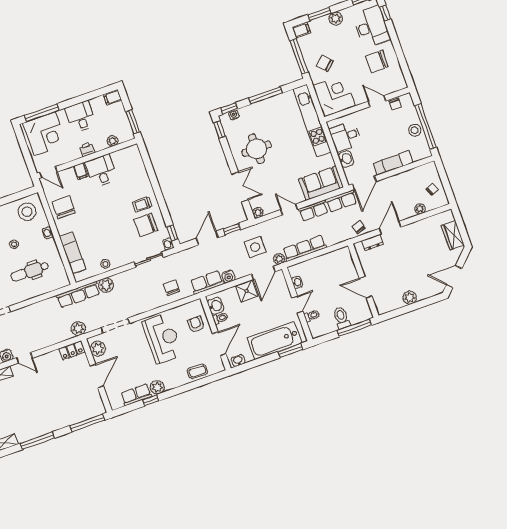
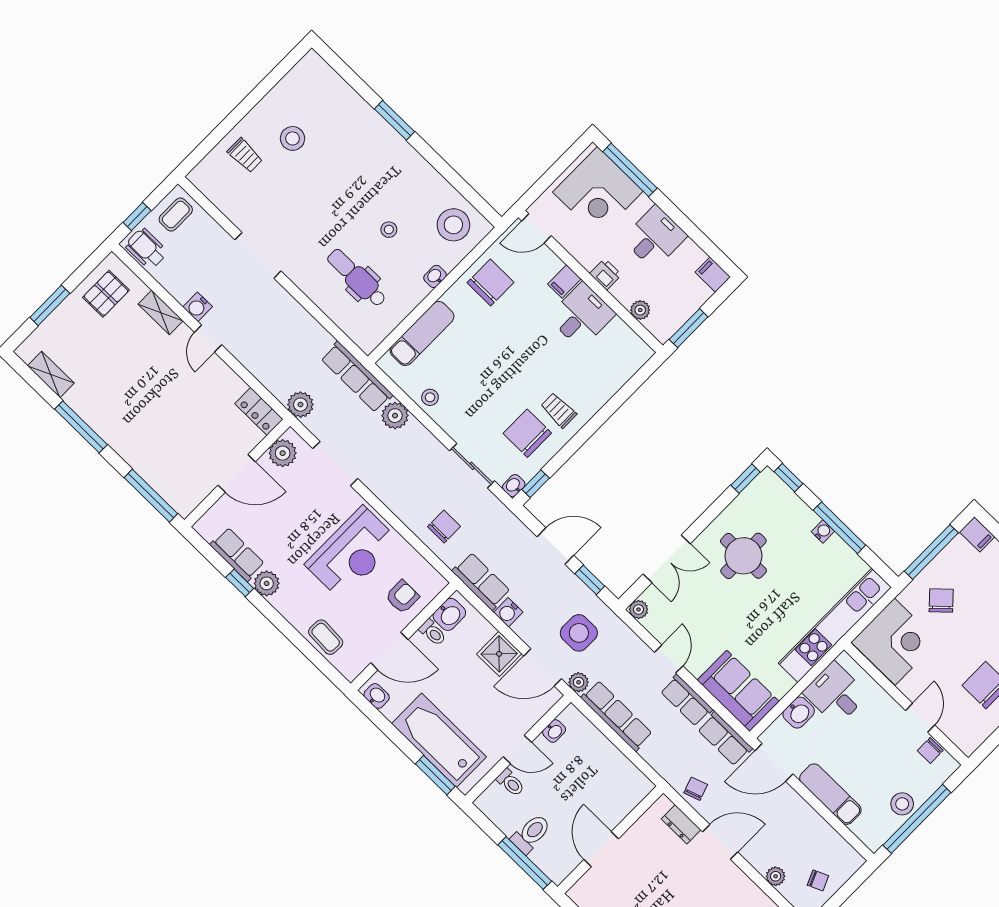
water cooler: (234, 115) -> (823, 531), moved
door: (48, 172) -> (537, 228), hinge flipped

